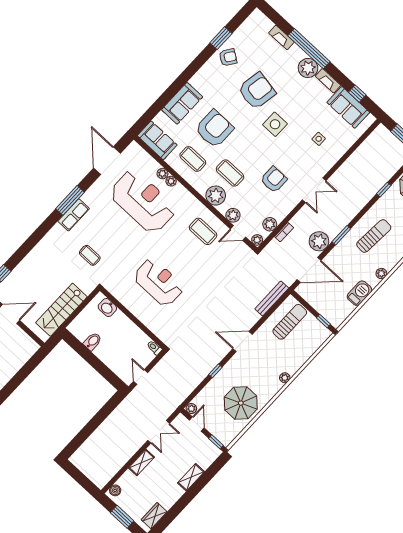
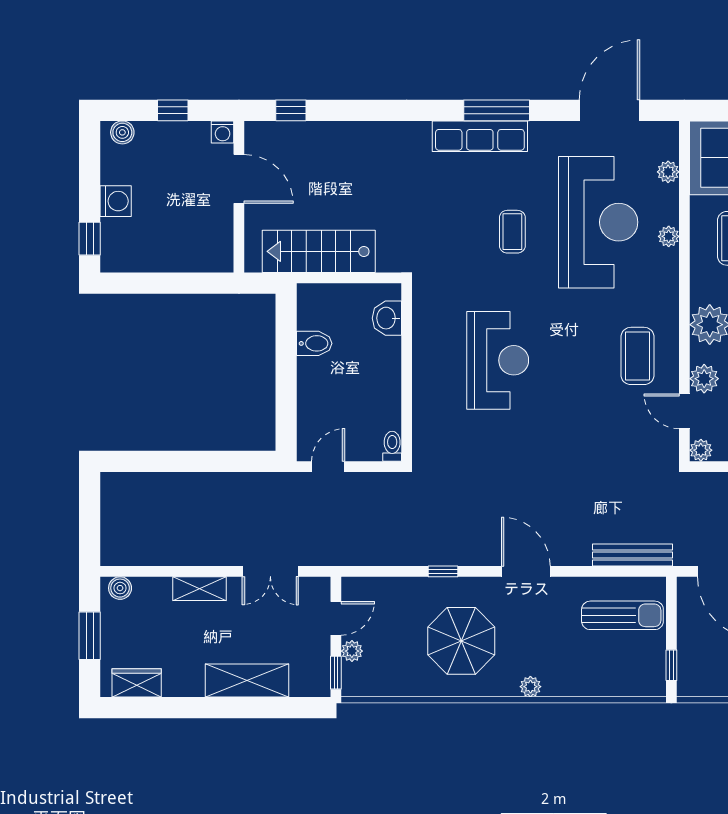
plant: (162, 174) -> (668, 172), moved
row of seats: (74, 215) -> (480, 136), width x1.48
coffee table: (90, 255) -> (512, 232), moved
parasol: (241, 403) -> (461, 641), moved
plant: (191, 409) -> (352, 651), moved
shelving: (191, 477) -> (247, 681), width x1.50, depth x1.33

